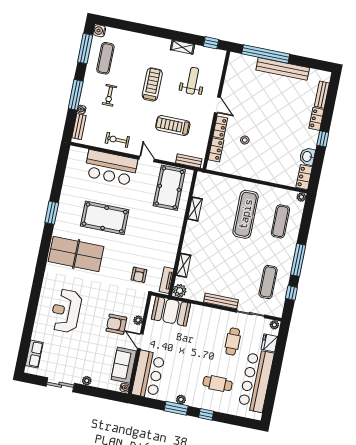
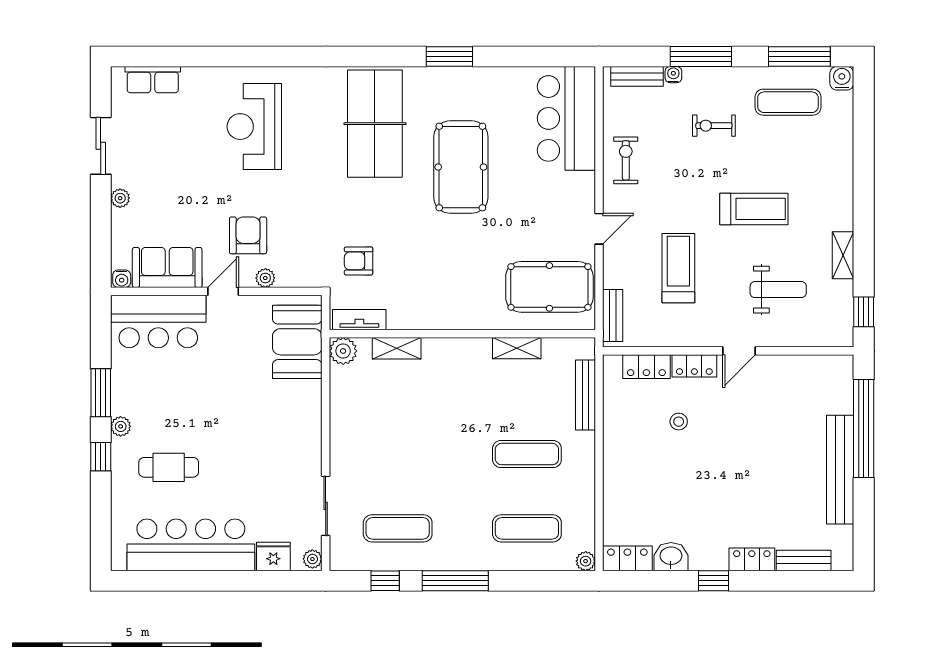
bar counter: (111, 168) -> (566, 118), moved
exercise mat: (246, 214) -> (527, 454), width x0.73, depth x0.69
bench: (221, 301) -> (585, 395), moved
reception desk: (66, 311) -> (254, 127), turned -90
cafe table: (233, 342) -> (261, 481), removed
cafe table: (218, 384) -> (169, 467), turned 90
plant: (181, 400) -> (121, 426), moved

